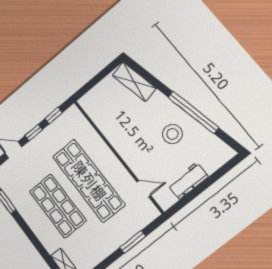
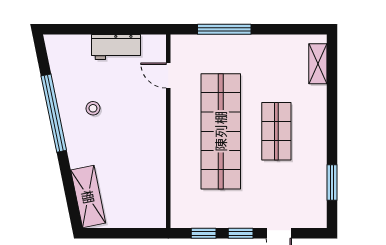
stool: (172, 134) -> (93, 108), width x0.53, depth x0.53
shop shelf: (58, 206) -> (276, 131), width x0.70, depth x0.74
window: (133, 242) -> (224, 29), width x1.44

